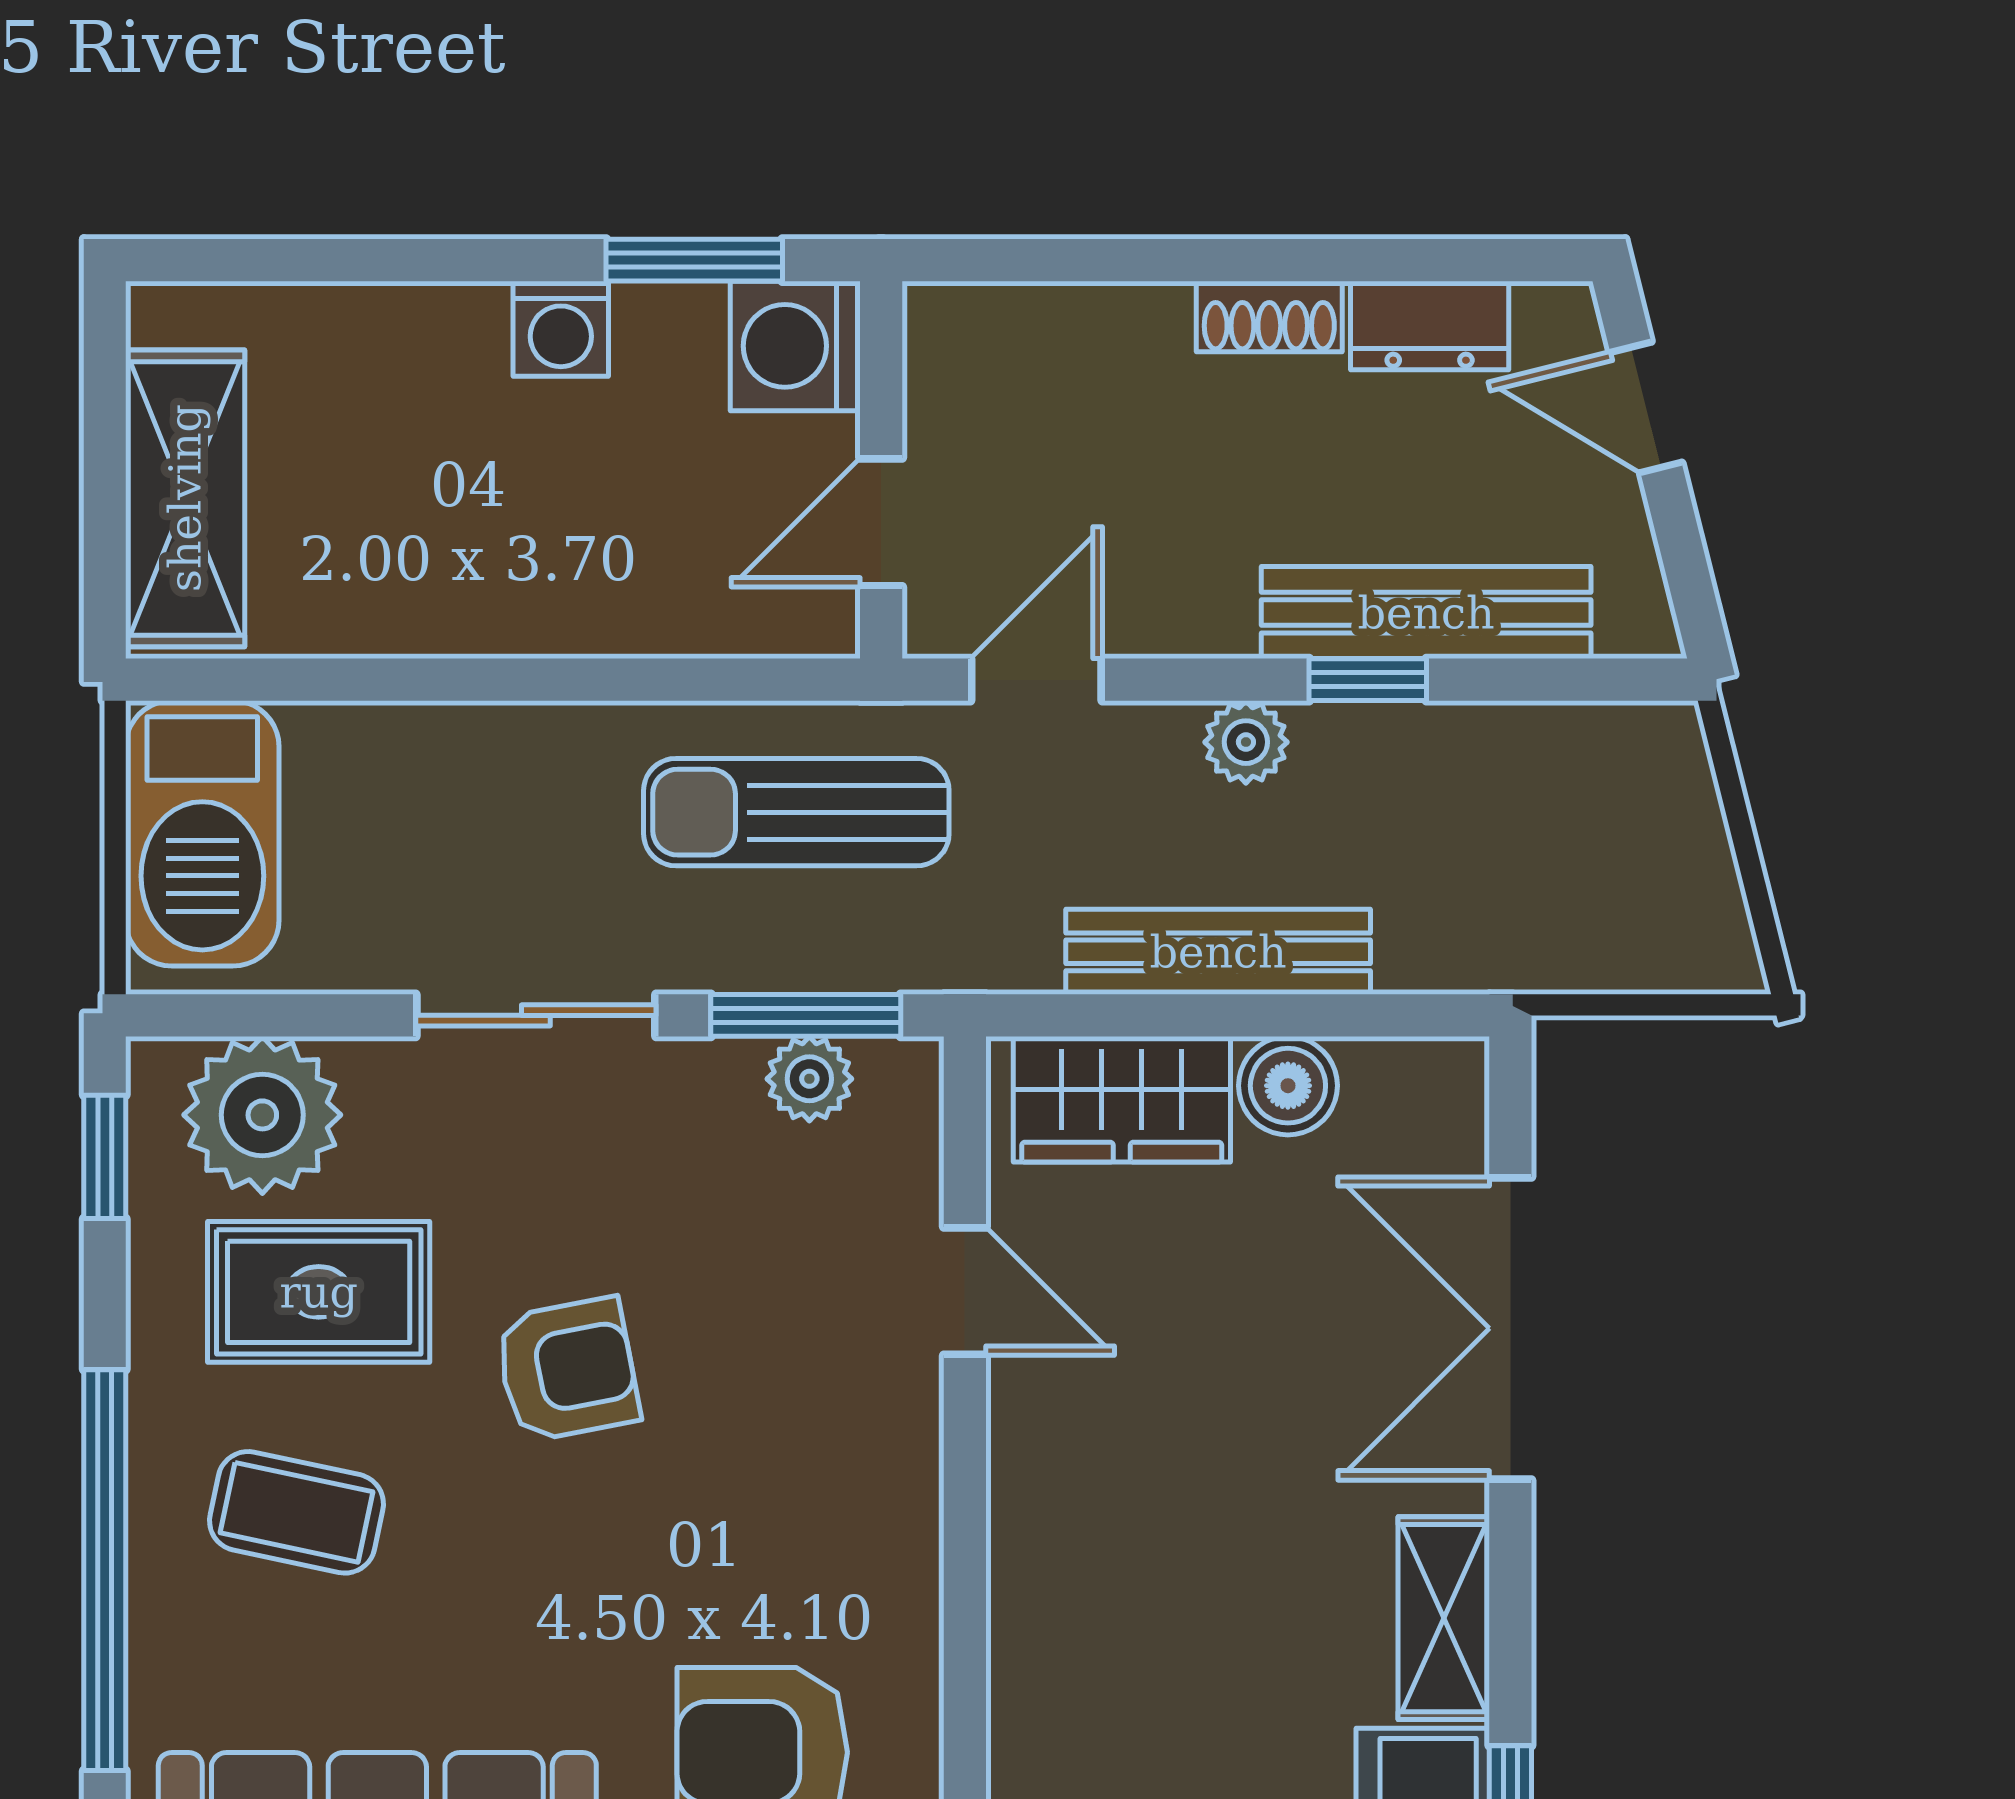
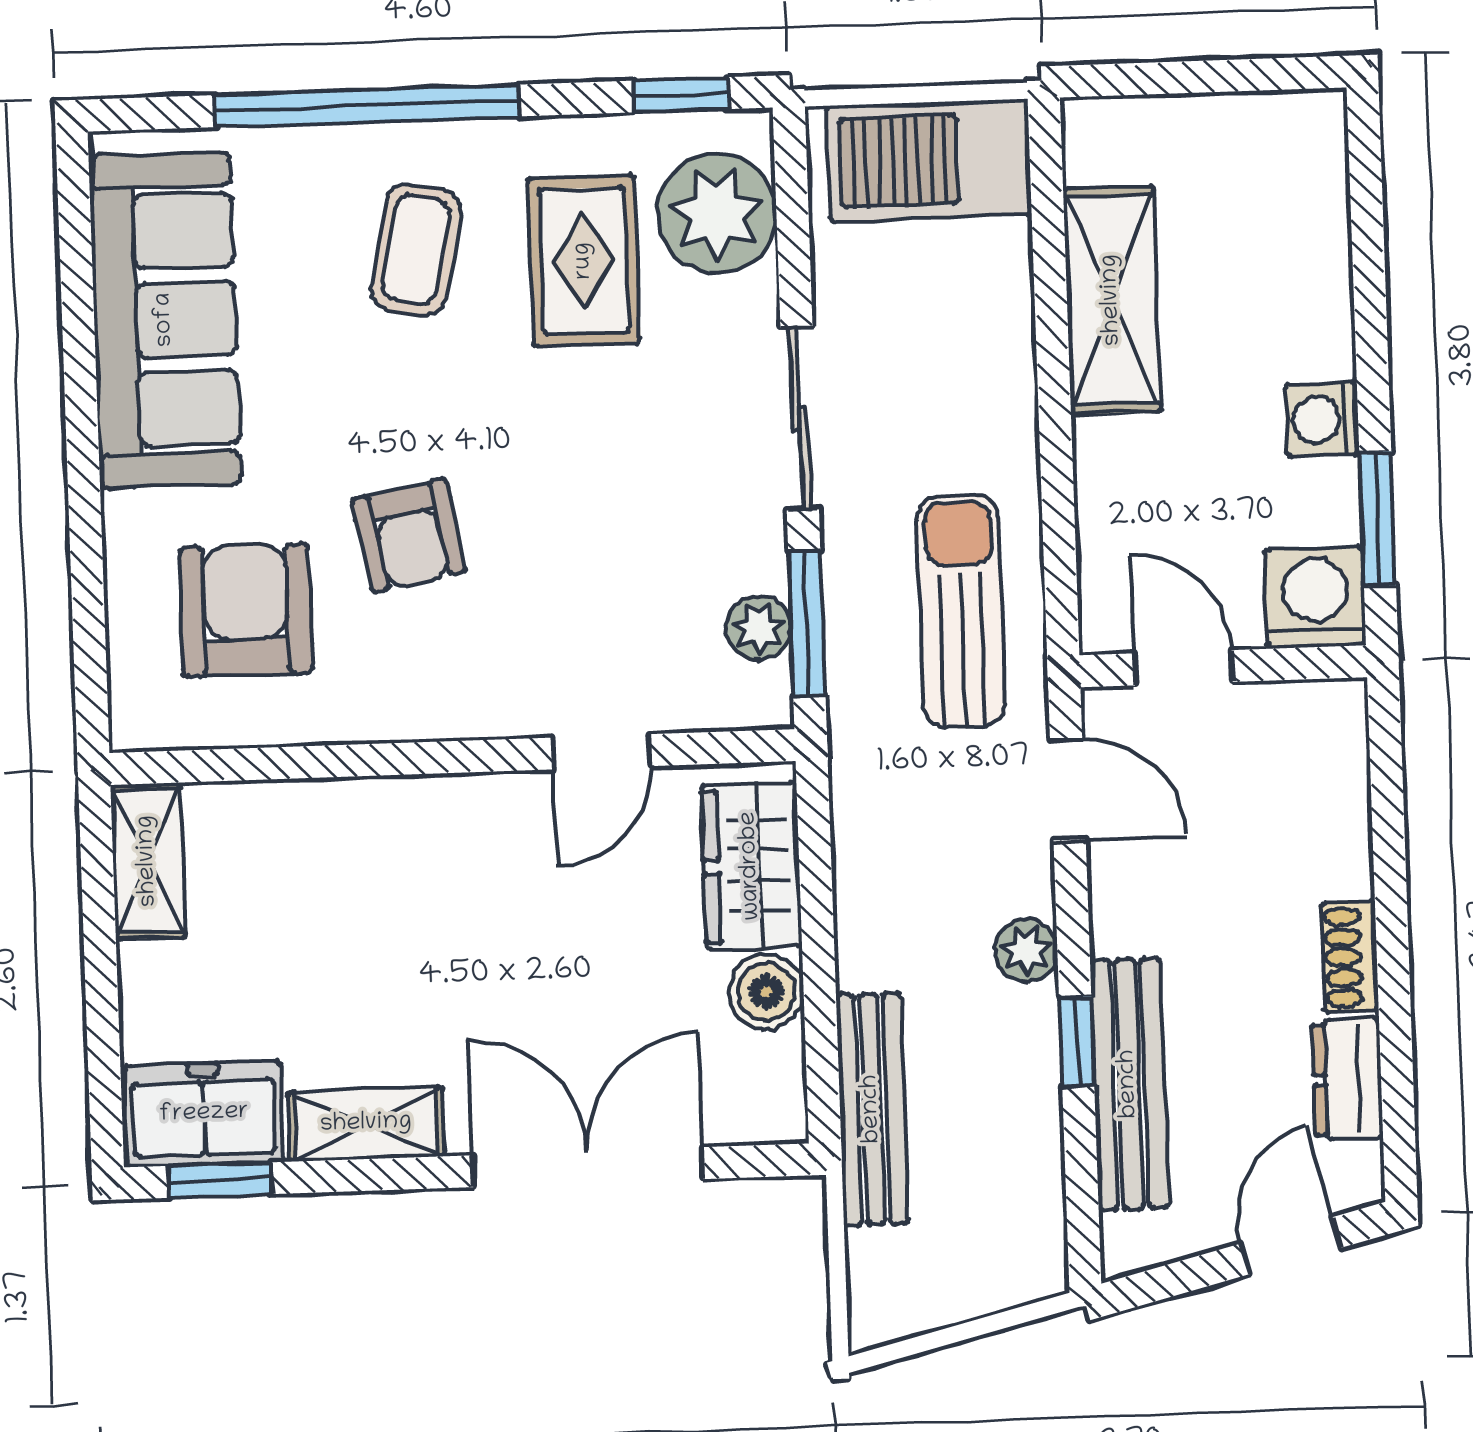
shelving: (185, 498) -> (1112, 300), moved, turned 90
bench: (1218, 952) -> (872, 1109), moved
armchair: (567, 1370) -> (409, 535), moved

